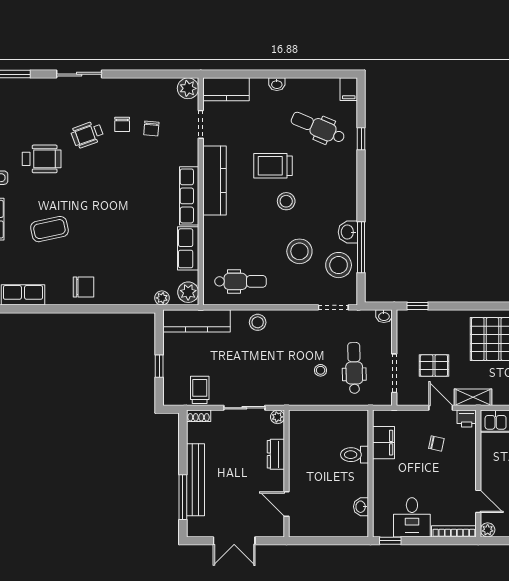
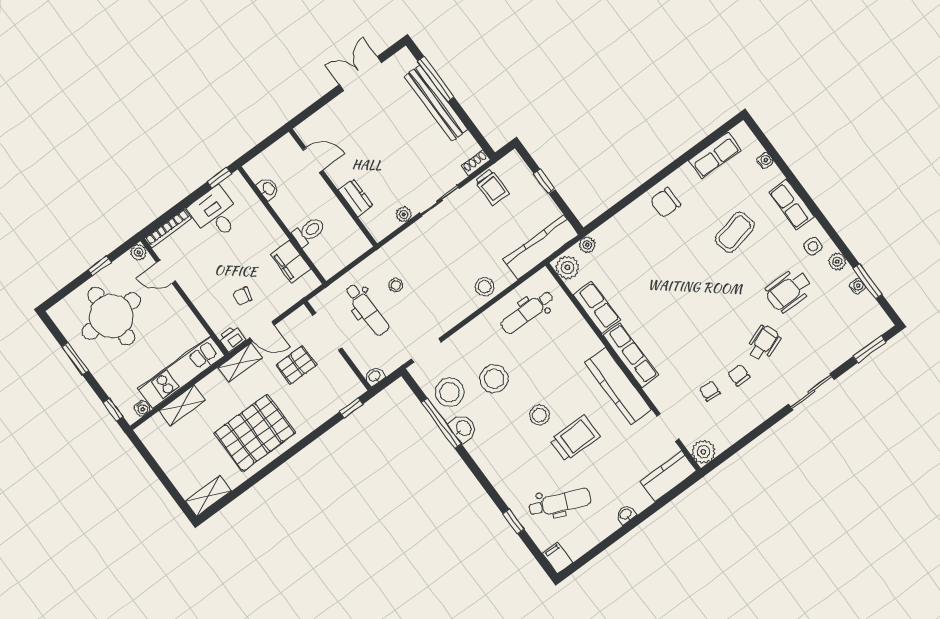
dresser: (276, 454) -> (356, 198), moved
wall: (287, 474) -> (333, 188), moved
door: (287, 504) -> (313, 160), moved

